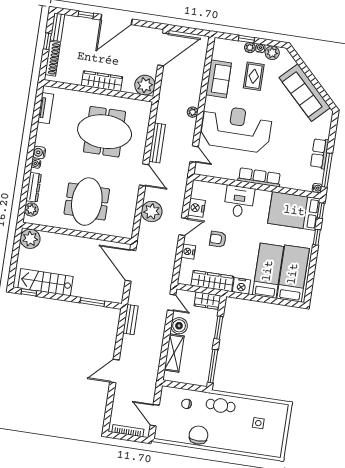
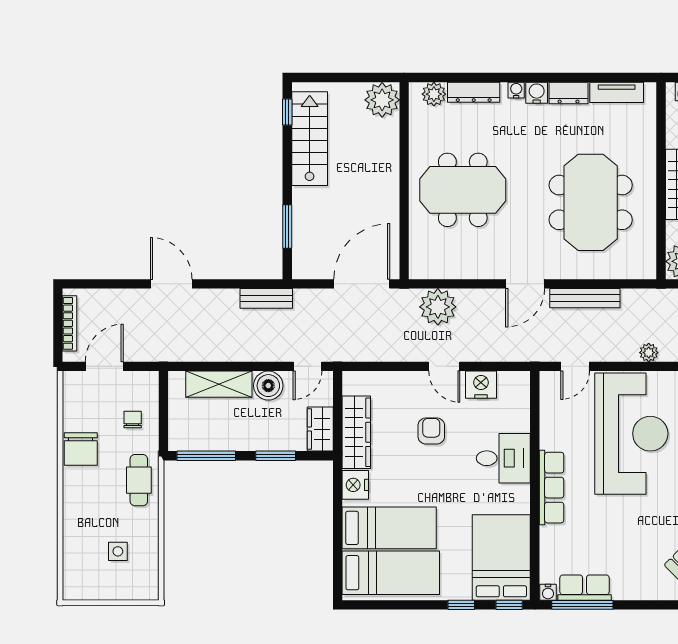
dresser: (42, 135) -> (569, 93), added
row of seats: (320, 153) -> (584, 588), moved
plant: (152, 212) -> (438, 307), moved
nightstand: (188, 252) -> (402, 382), removed
chair: (198, 435) -> (81, 449), turned 90

